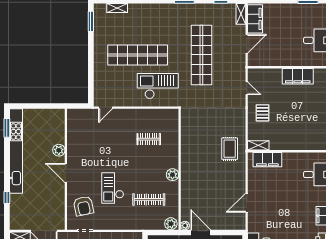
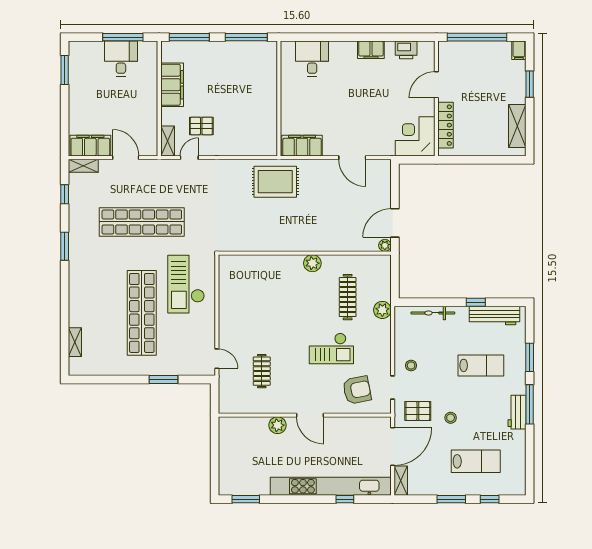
window: (91, 21) -> (163, 380), moved
pallet: (263, 113) -> (201, 126), moved
clothes rail: (149, 139) -> (262, 371), moved
shelving: (258, 145) -> (168, 141), moved
rug: (230, 149) -> (275, 182), width x1.36, depth x1.43
kitchen unit: (16, 151) -> (331, 486), moved
filing cabinet: (267, 160) -> (302, 146), moved, turned -90
door: (66, 173) -> (310, 415), hinge flipped
plant: (171, 224) -> (382, 310), moved

